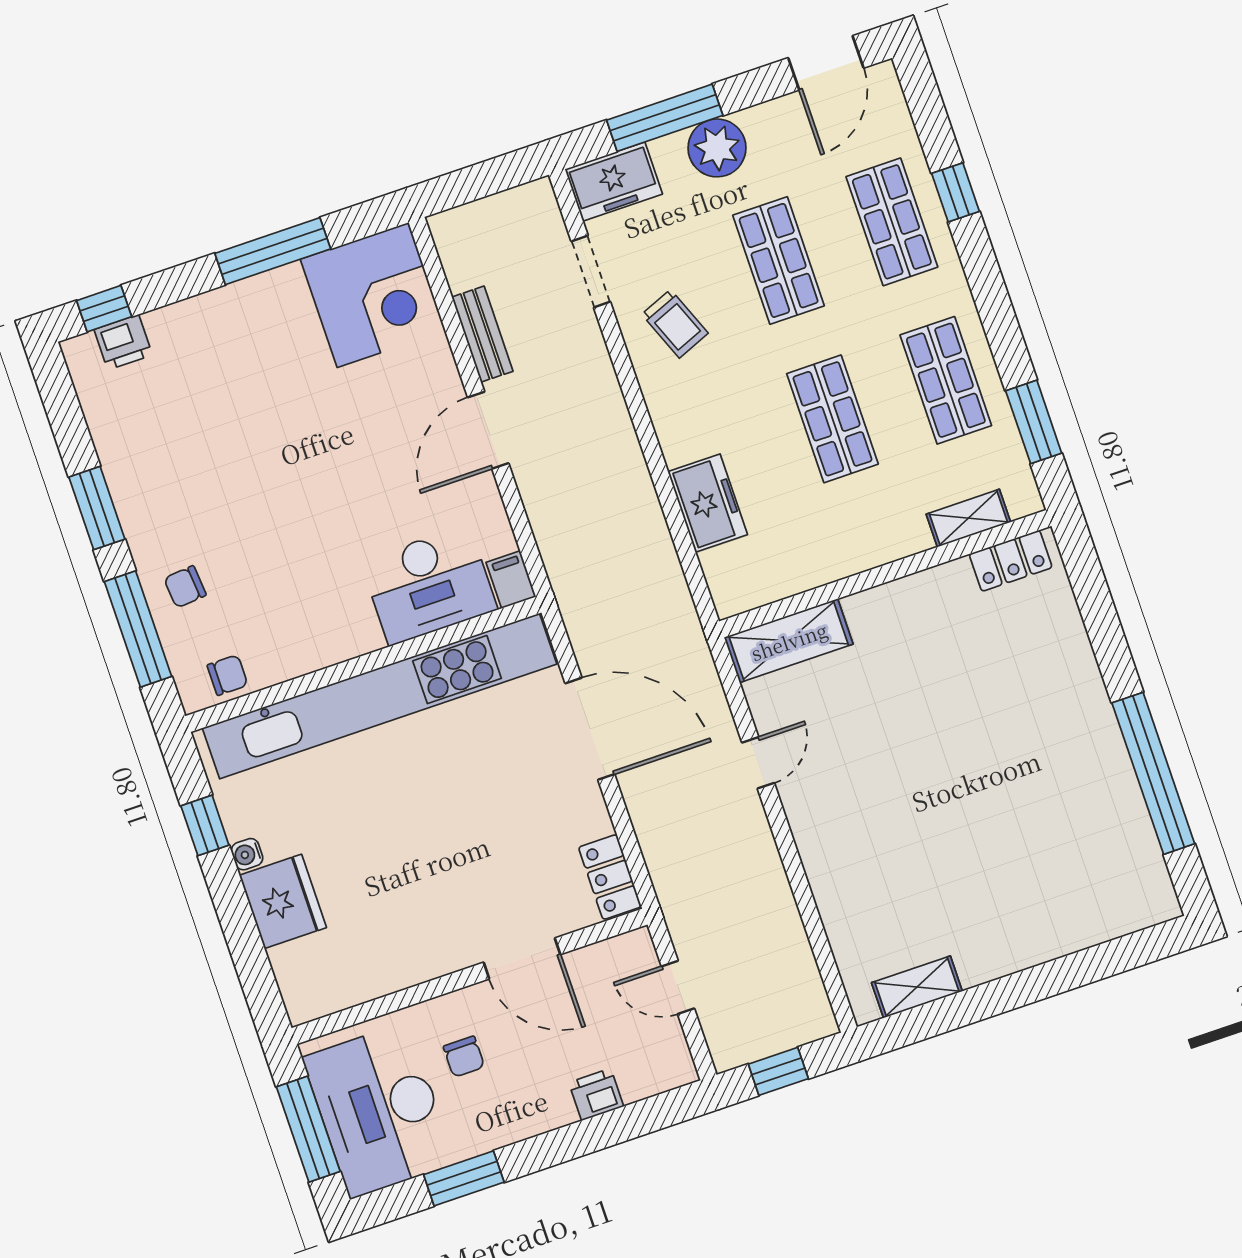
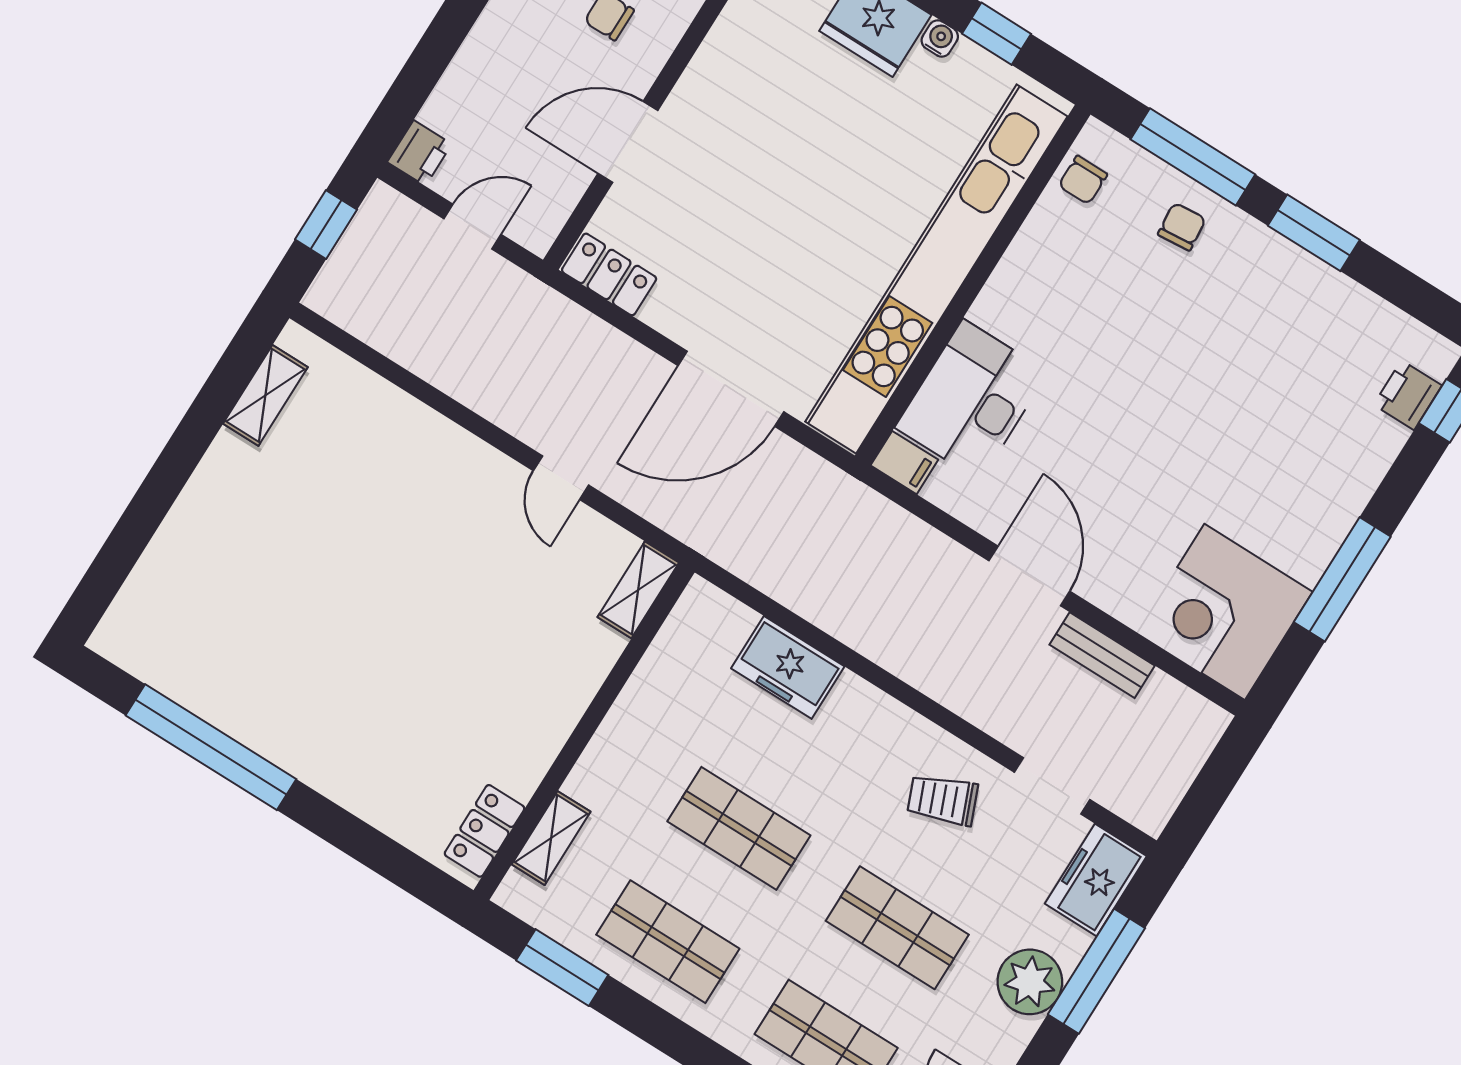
shelving: (789, 641) -> (638, 590), width x0.67, depth x0.75
printer: (596, 1095) -> (419, 153), moved

